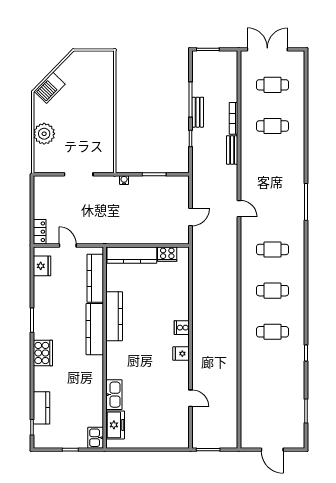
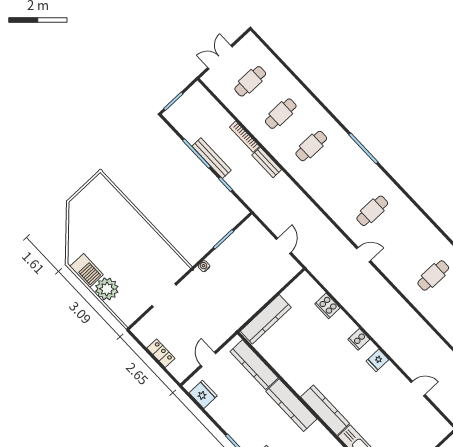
double door: (267, 49) -> (220, 57), width x0.73
barbecue: (50, 88) -> (87, 271), moved, turned -44
bench: (198, 112) -> (212, 158), width x1.36
door: (239, 209) -> (364, 255), moved
locker: (40, 232) -> (161, 353), moved
door: (68, 245) -> (208, 359), hinge flipped
cooker: (167, 254) -> (327, 306), moved, turned 90
cafe table: (273, 291) -> (311, 146), moved
kitchen counter: (114, 316) -> (325, 410), moved

